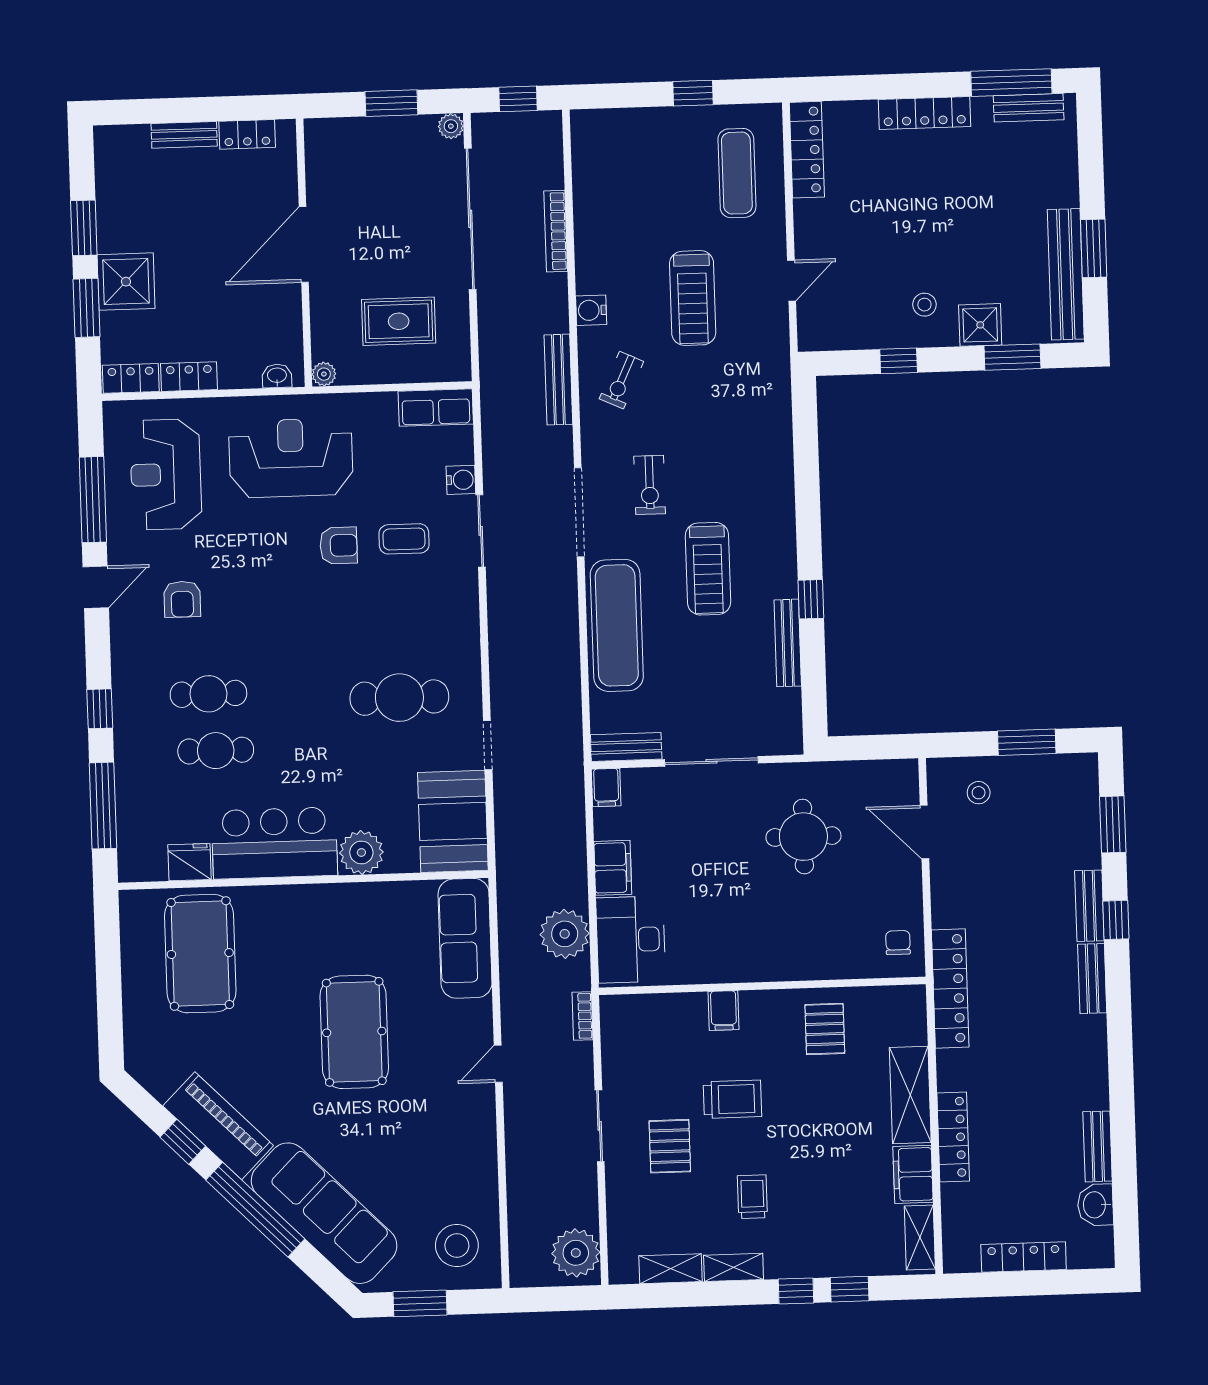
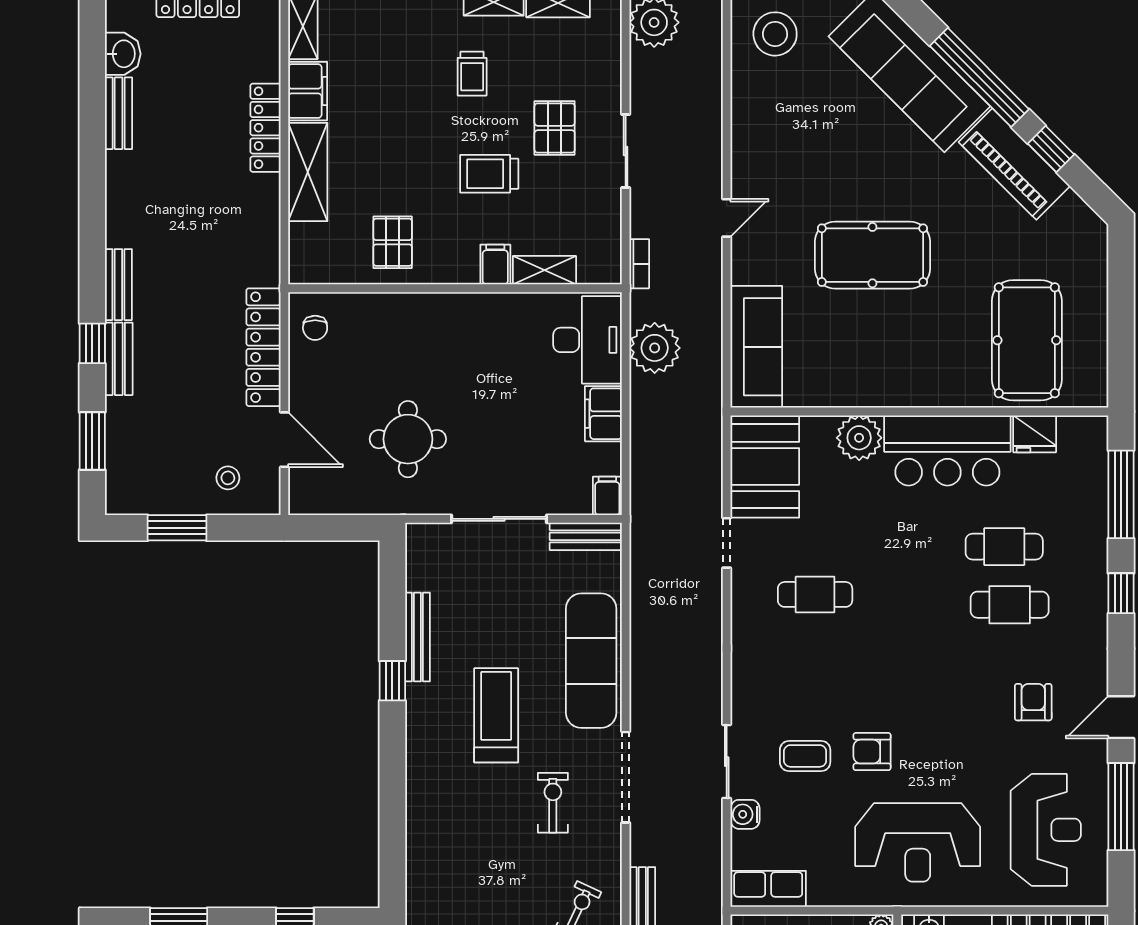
cafe table: (399, 698) -> (815, 594), width x0.73, depth x0.74
locker: (950, 988) -> (263, 347), moved
shelving: (675, 1006) -> (544, 270), added
pool table: (354, 1032) -> (872, 255), turned 90

